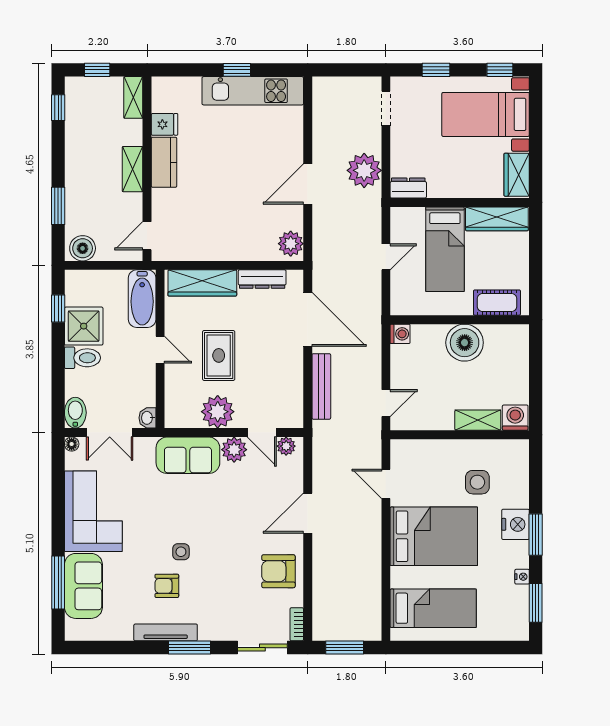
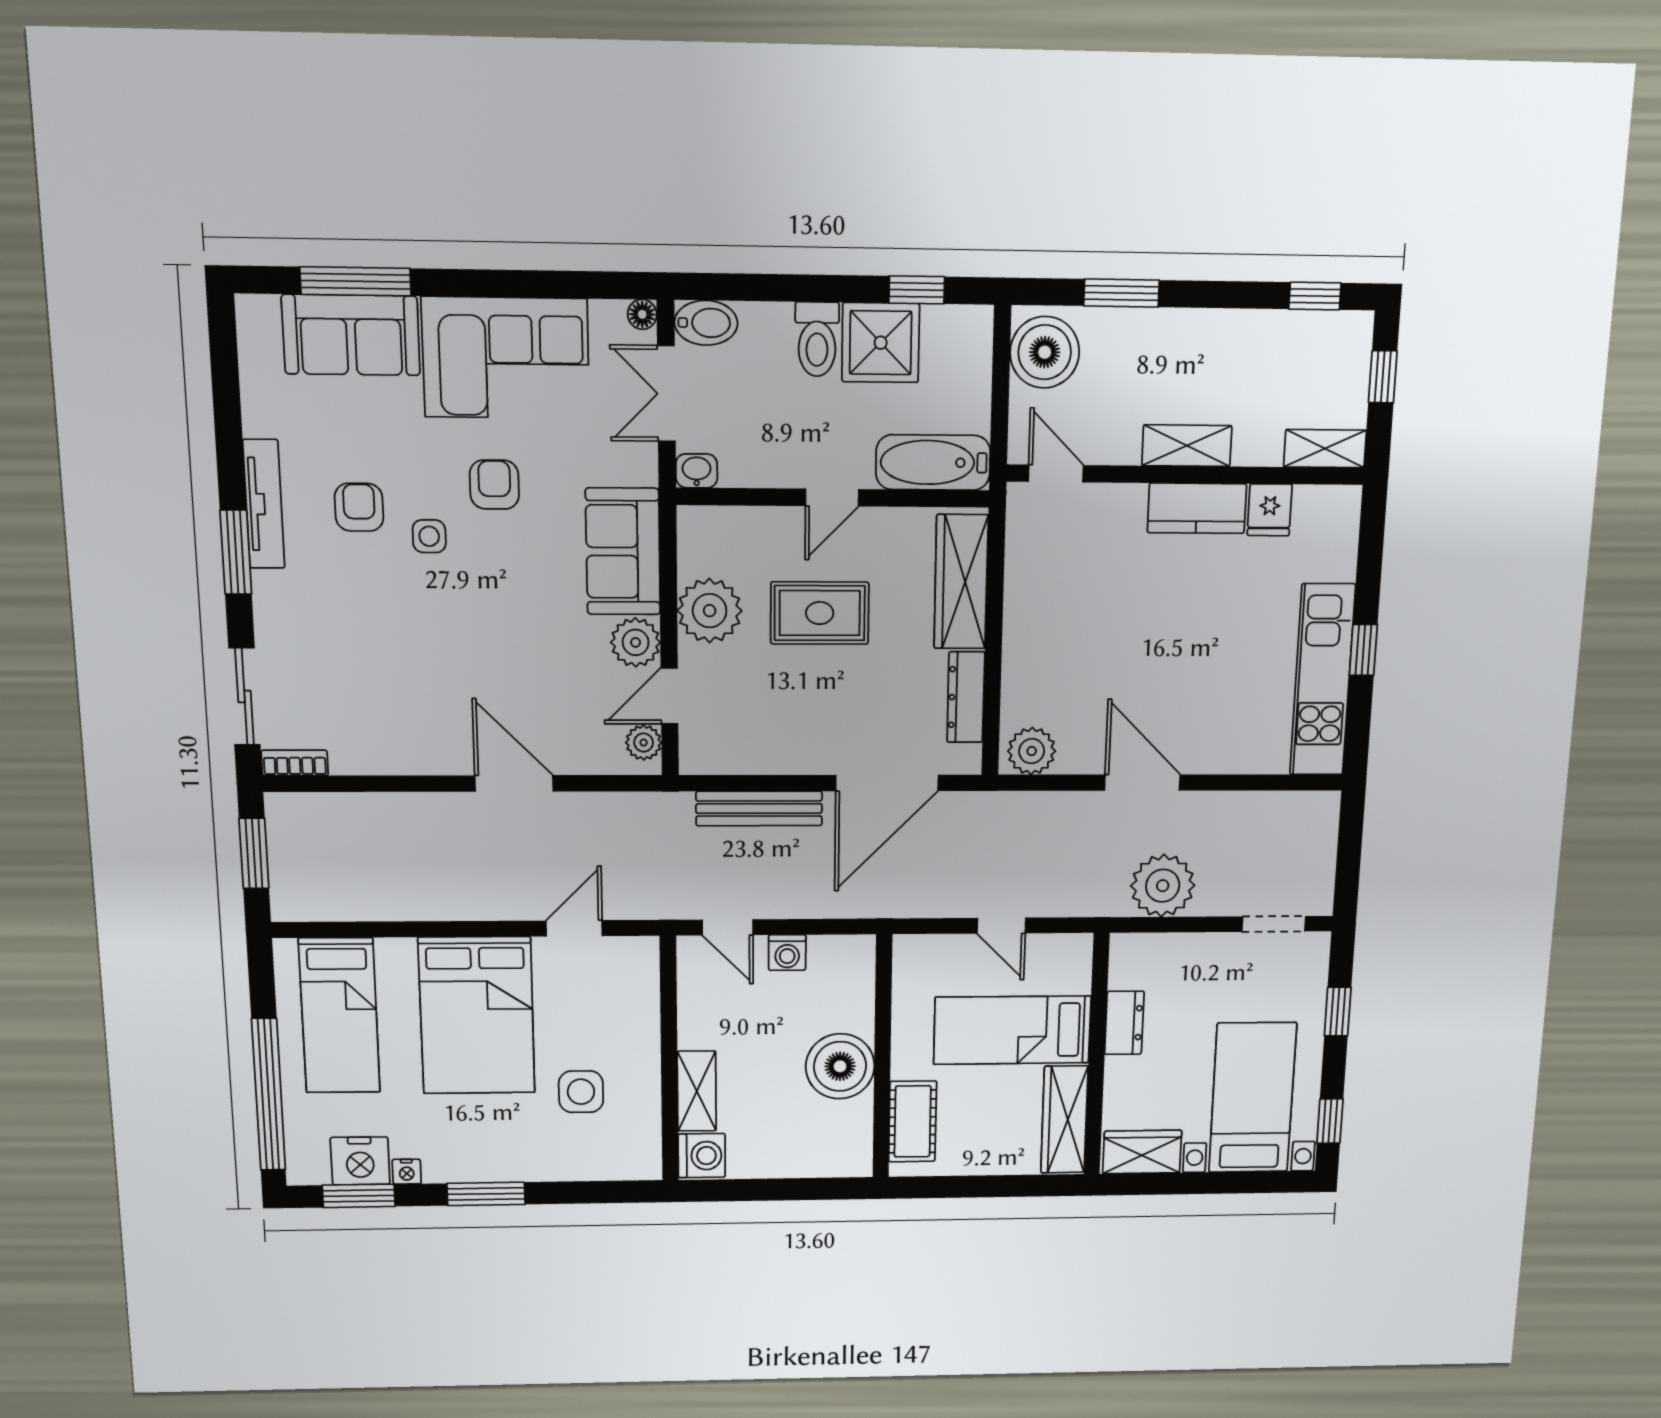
dresser: (408, 188) -> (1124, 1023), moved
boiler: (83, 248) -> (1045, 352), width x1.37, depth x1.37
washing machine: (400, 334) -> (787, 953), moved
nightstand: (516, 524) -> (360, 1161), moved
armchair: (278, 571) -> (494, 485), moved, width x0.72, depth x0.72
window: (477, 648) -> (269, 1095), added

